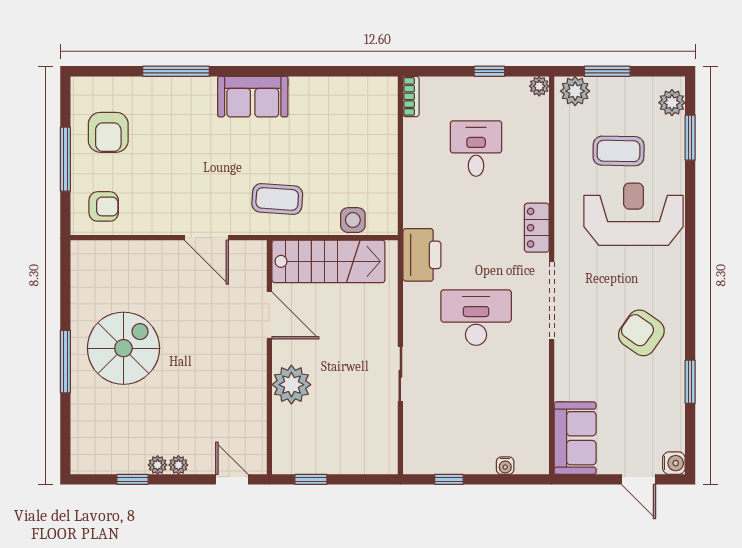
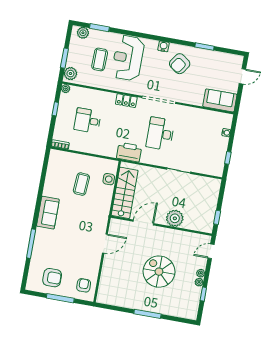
coffee table: (277, 199) -> (81, 184), moved
spiral stairs: (123, 348) -> (159, 272), moved
water cooler: (674, 463) -> (163, 46), moved

